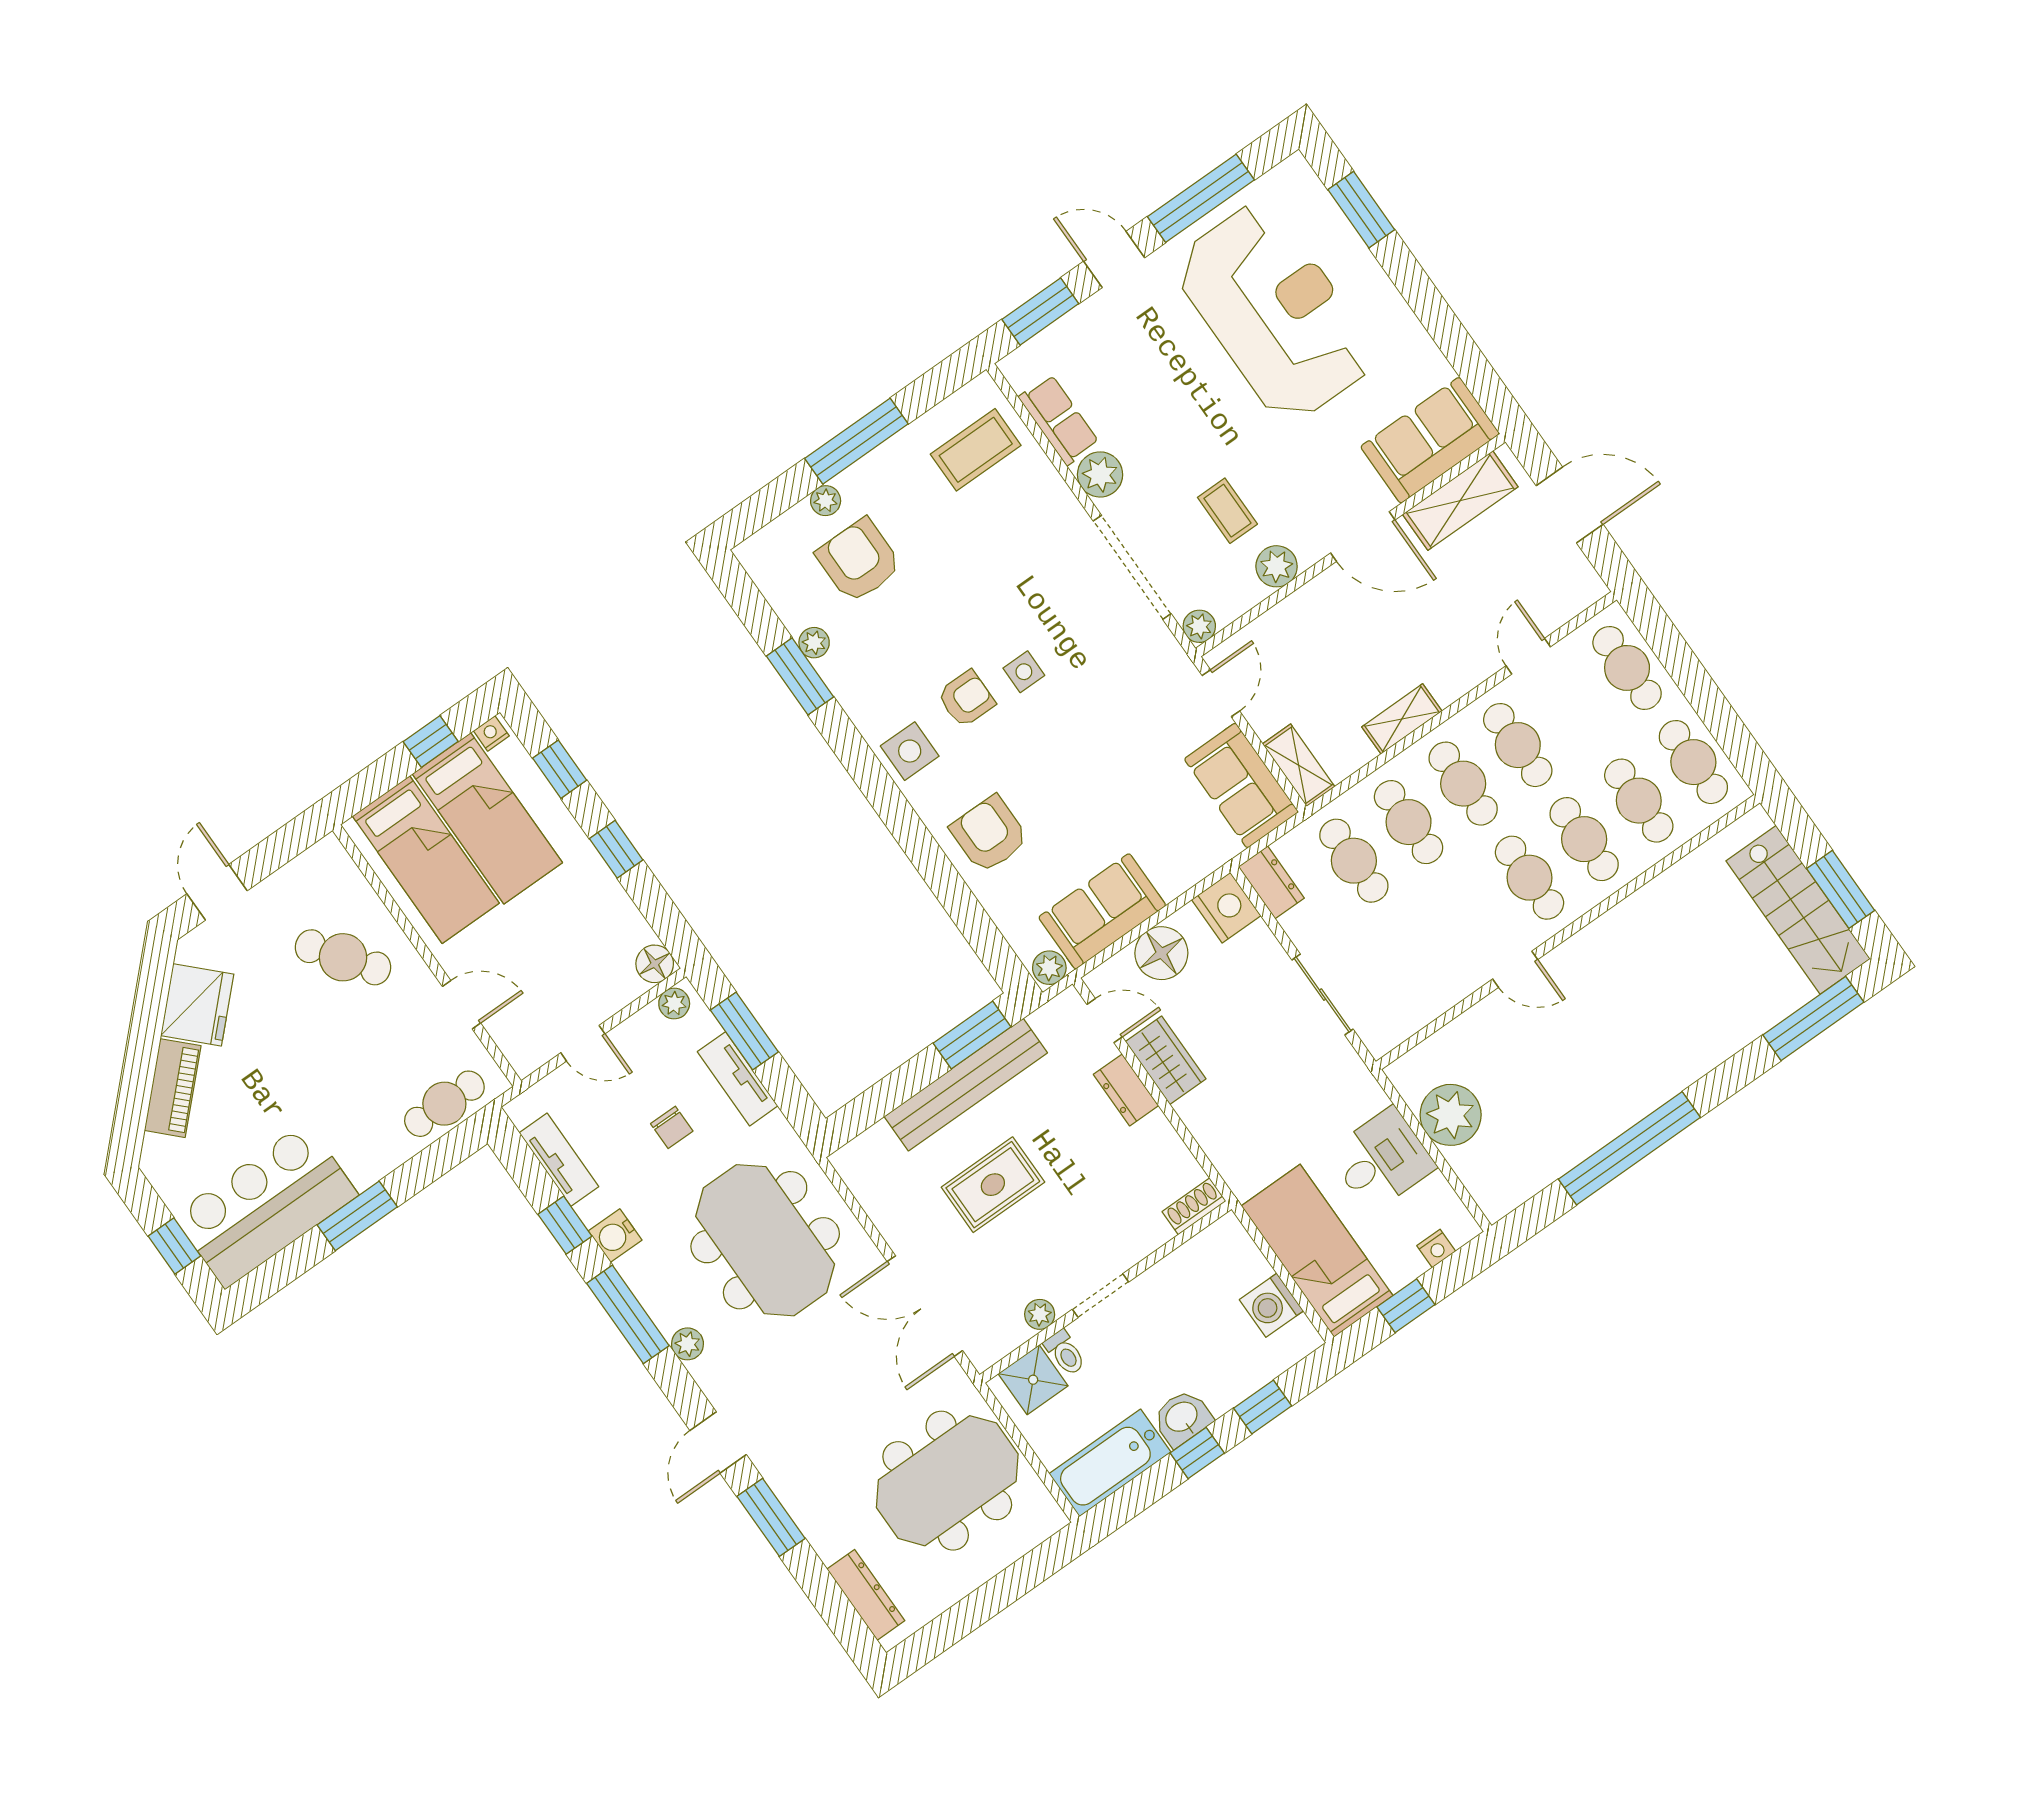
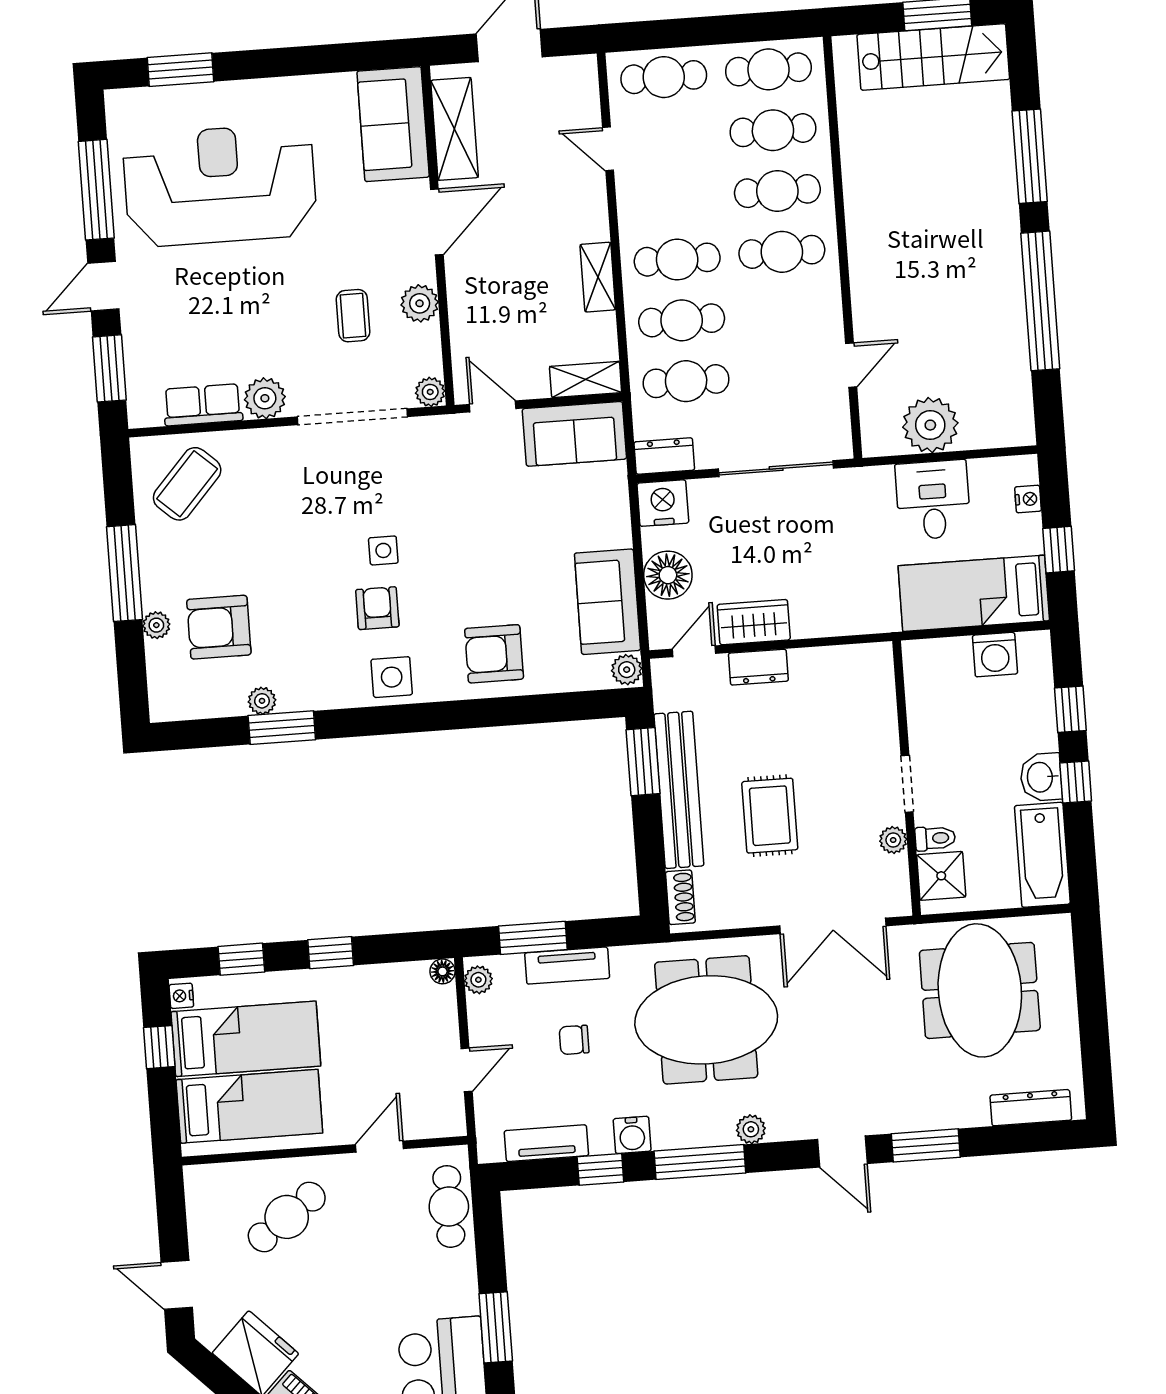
coffee table: (976, 450) -> (187, 484), turned 42
coffee table: (1227, 511) -> (353, 316), turned 90
cafe table: (1518, 745) -> (673, 199), removed
floor lamp: (655, 964) -> (443, 971), width x0.73, depth x0.73
door: (1515, 969) -> (851, 365), moved
sliding door: (1323, 995) -> (776, 469), width x1.37
window: (1813, 1018) -> (1030, 156), moved
chair: (672, 1127) -> (574, 1040), turned 180
shoe rack: (1194, 1206) -> (680, 897), moved, turned 180

